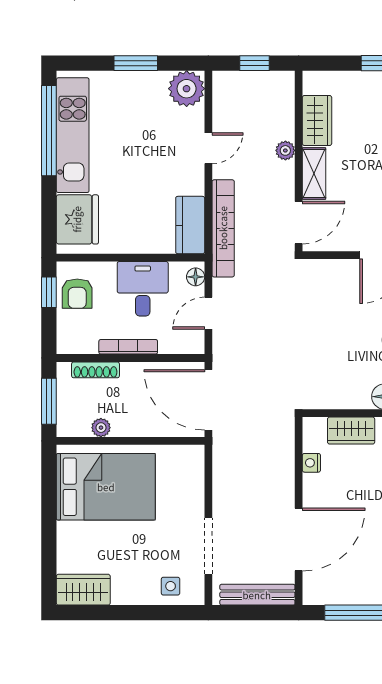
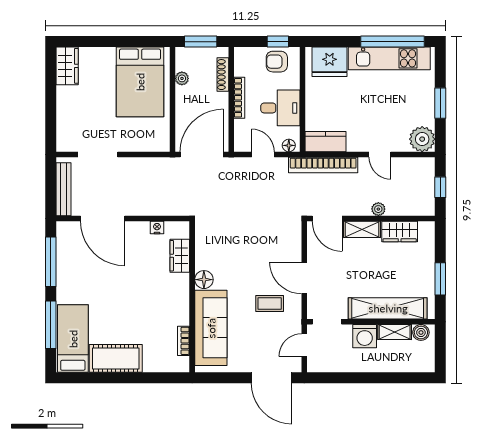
side table: (171, 586) -> (70, 128), removed

